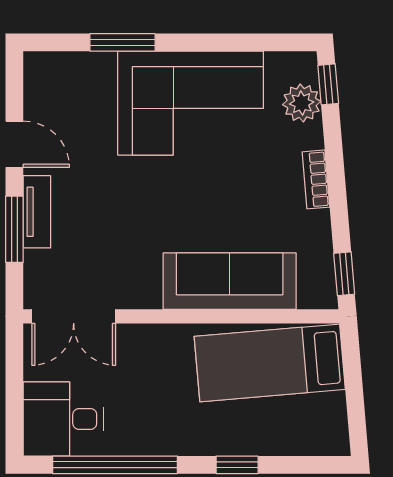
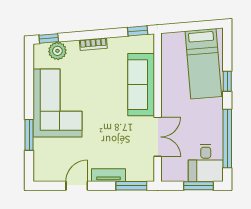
window: (14, 229) -> (131, 186), moved
double door: (74, 316) -> (158, 137), moved
bed: (270, 363) -> (203, 64), moved
window: (14, 403) -> (198, 186), added

